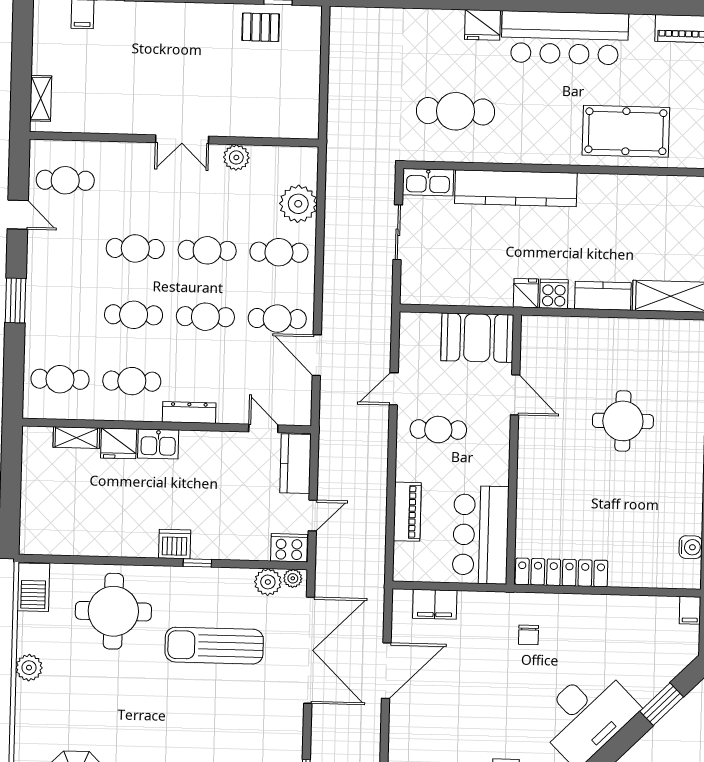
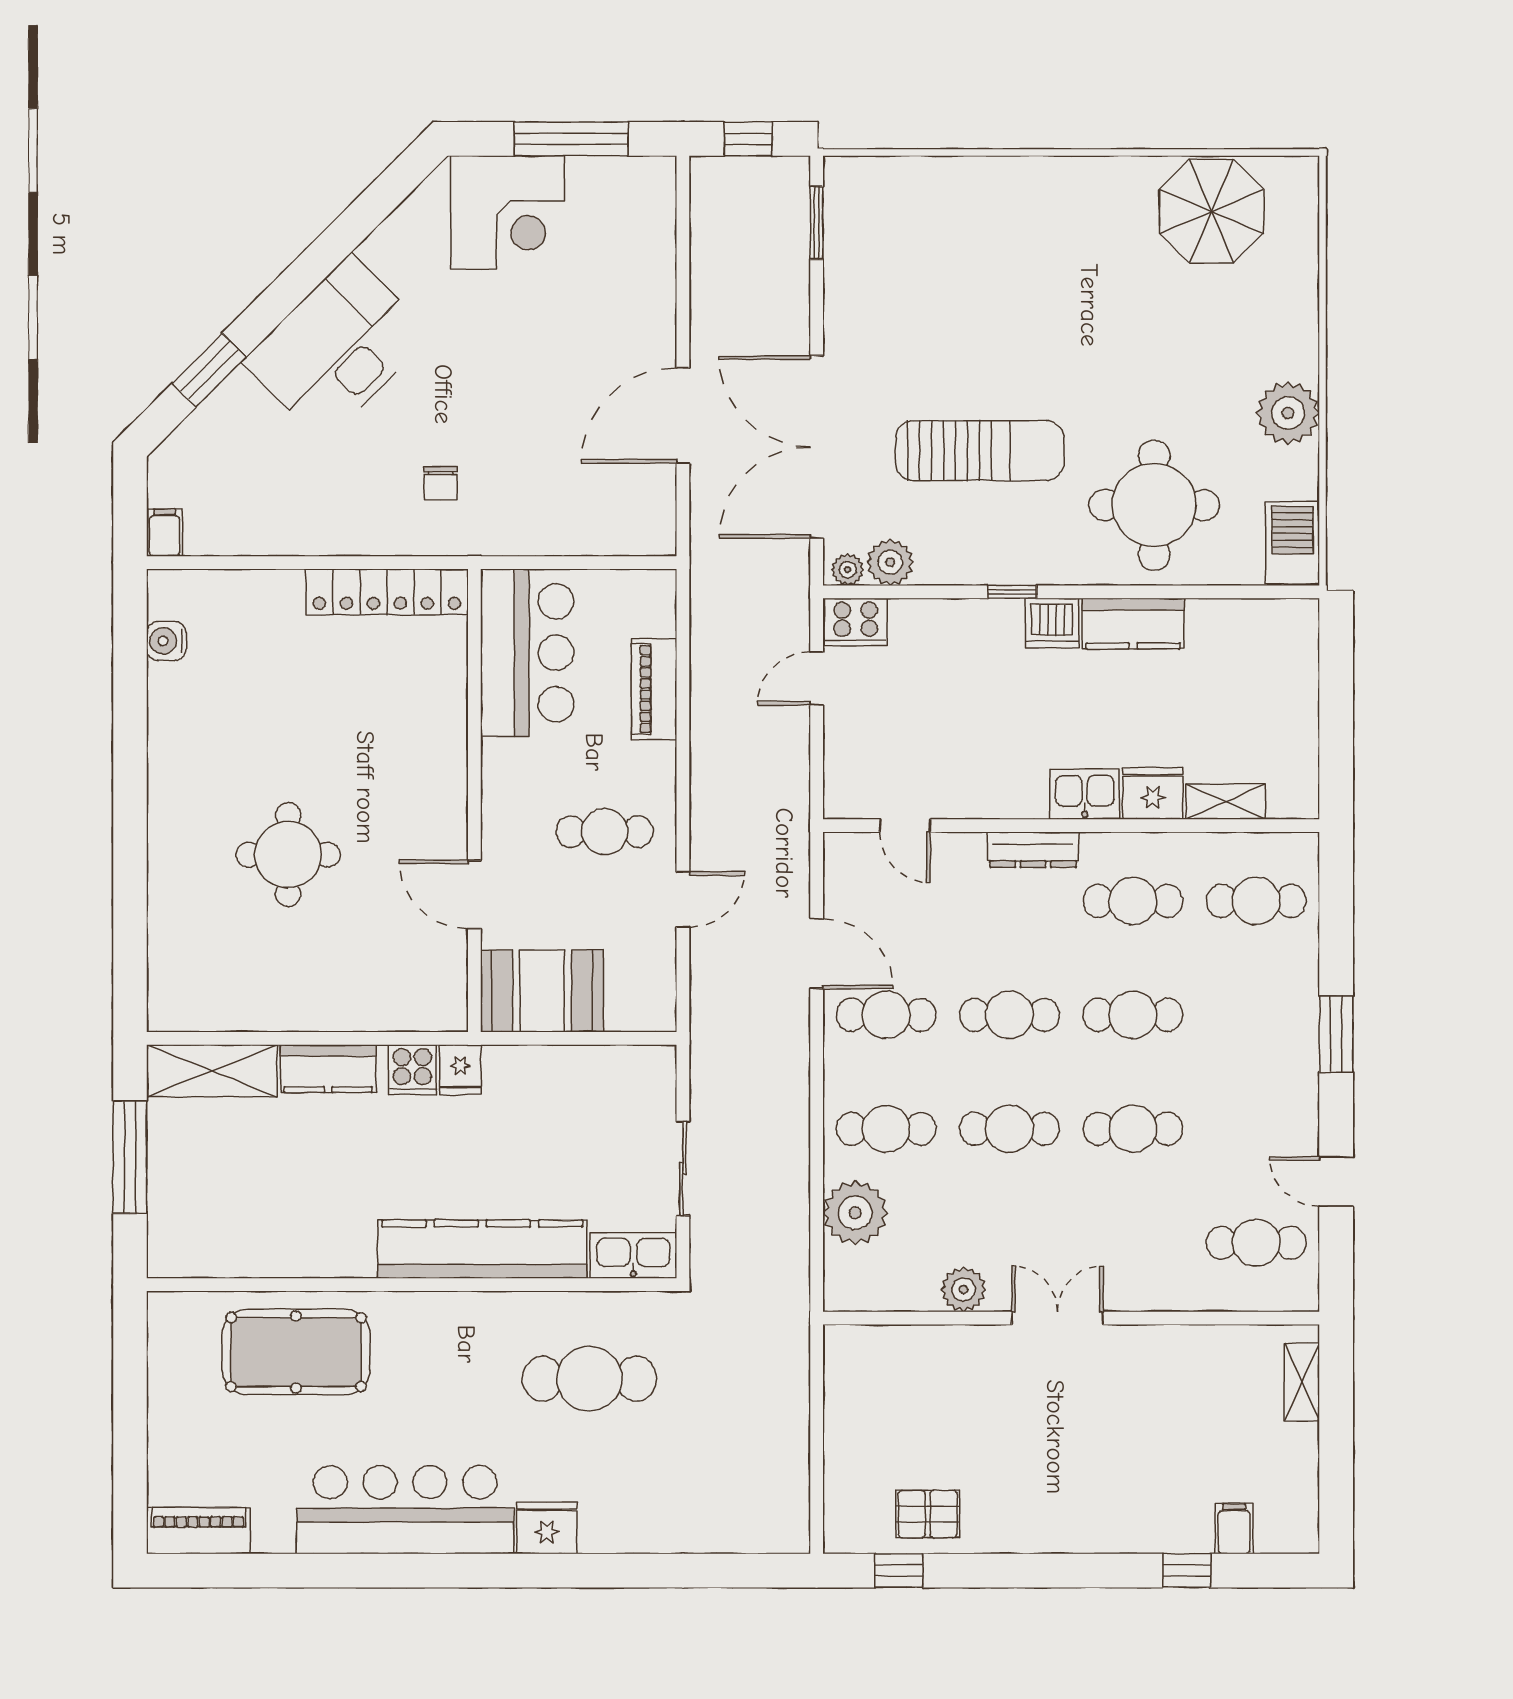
kitchen counter: (295, 464) -> (1133, 624), moved, turned 90
filing cabinet: (435, 604) -> (603, 531), removed
chair: (528, 635) -> (441, 483), turned 180
plant: (29, 668) -> (1288, 413), width x1.36, depth x1.36

